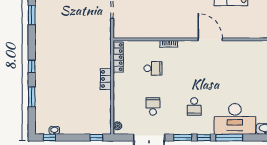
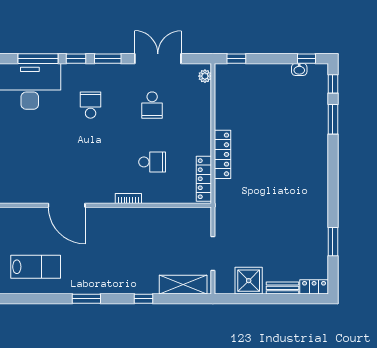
window: (32, 66) -> (333, 84), moved
school desk: (153, 68) -> (152, 162), turned 180
locker: (106, 79) -> (223, 154), width x1.53

